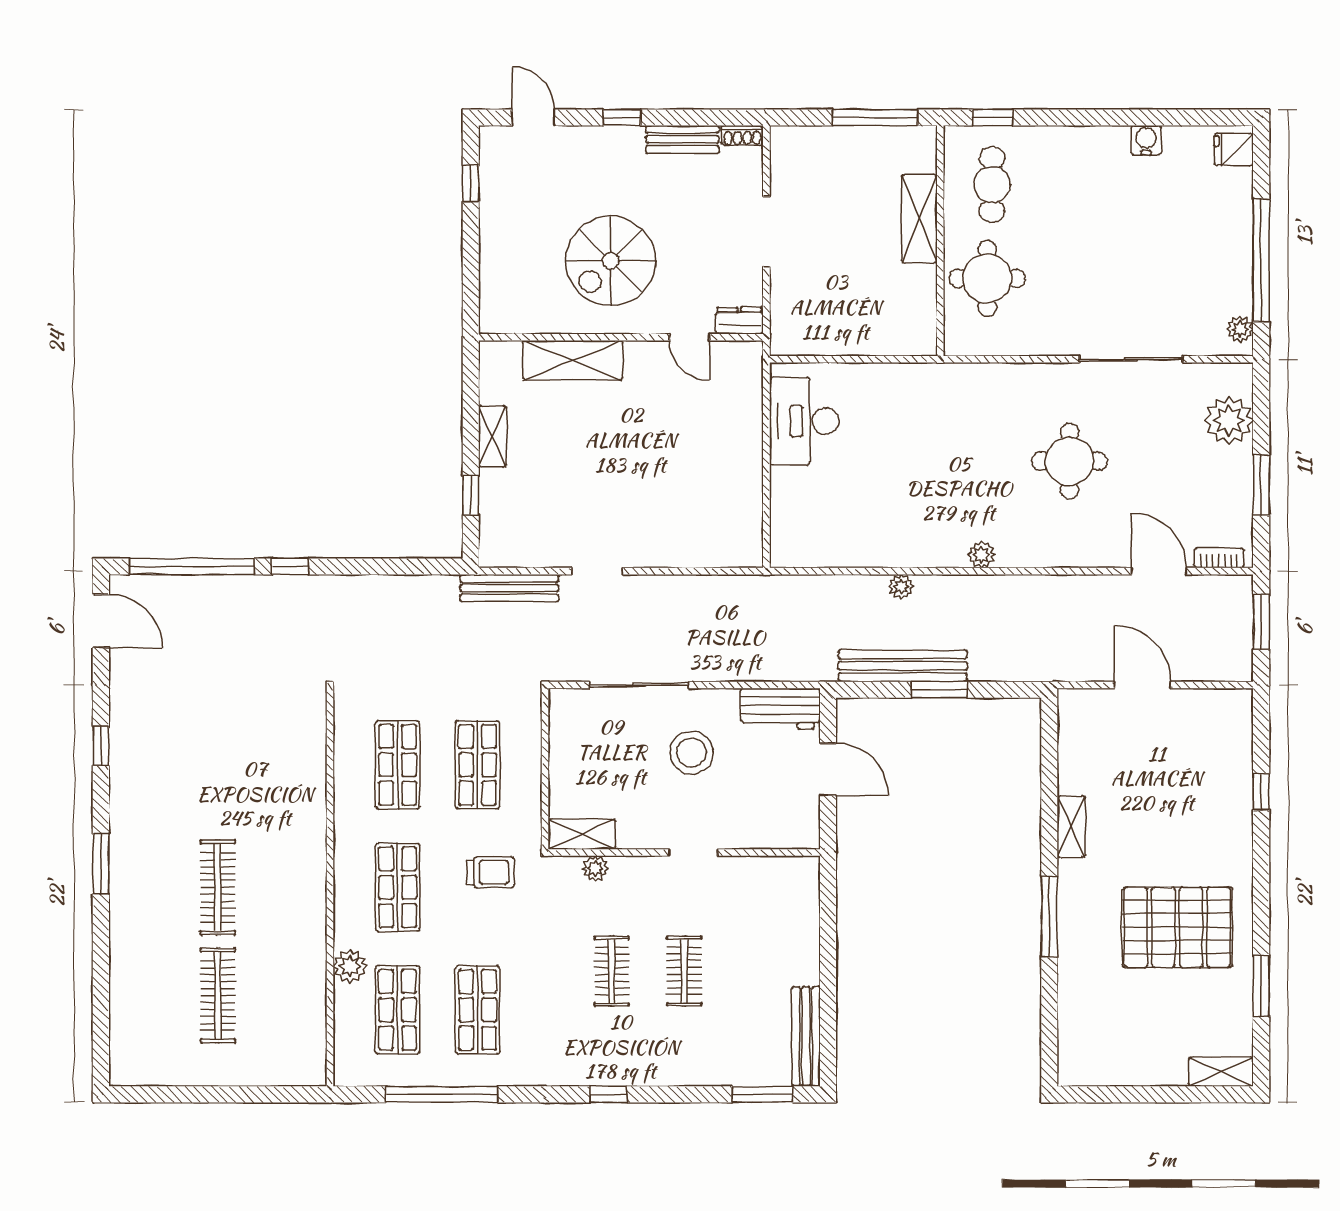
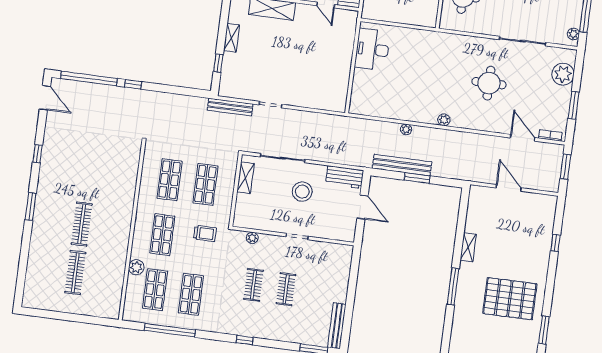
shelving: (582, 834) -> (245, 178), moved, turned 90

